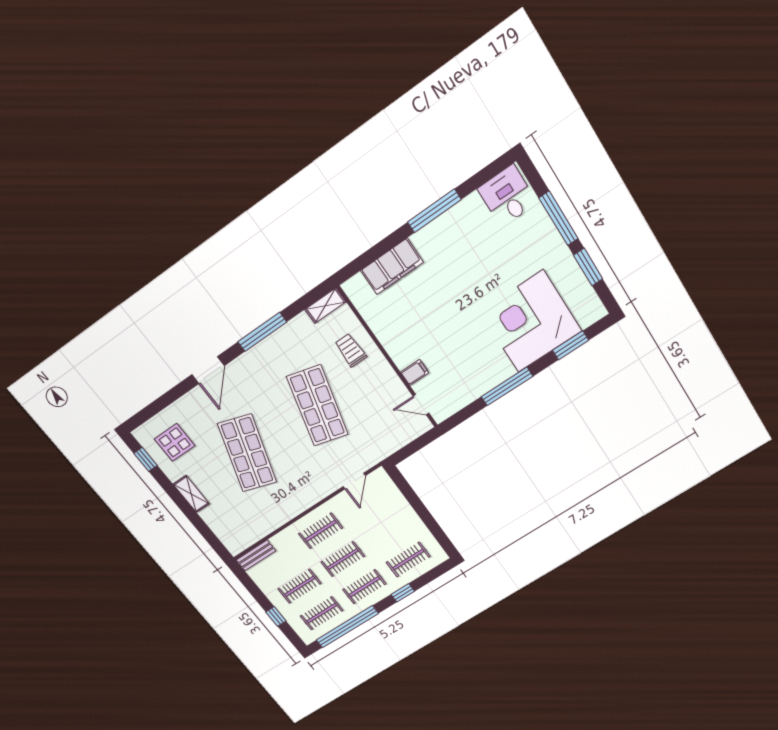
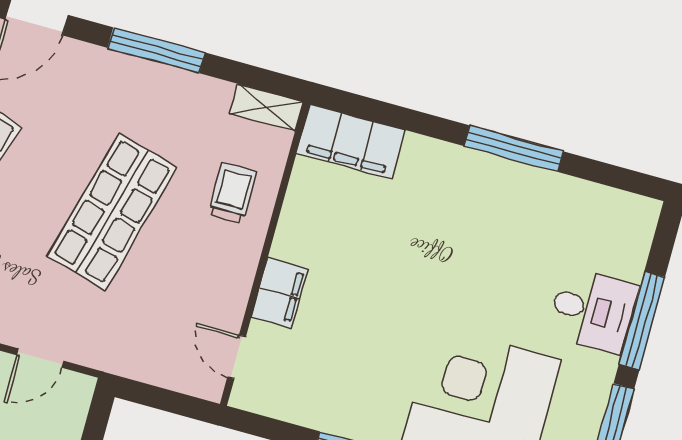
desk: (507, 196) -> (593, 310), moved, turned 90
filing cabinet: (392, 266) -> (351, 142), moved
filing cabinet: (415, 372) -> (280, 293), width x2.00

